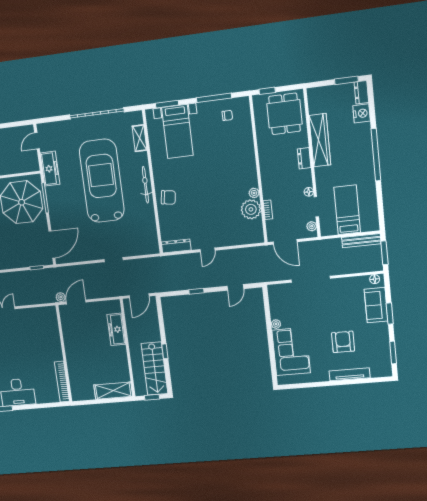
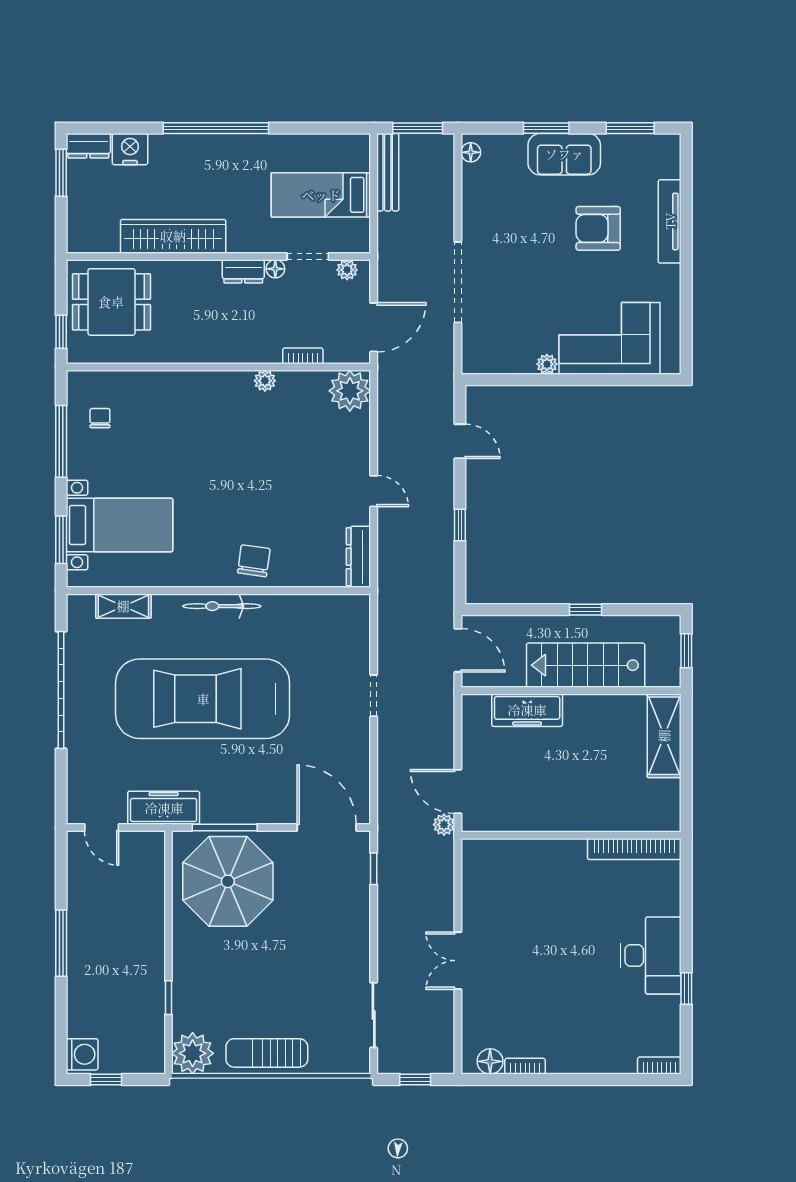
dresser: (304, 158) -> (243, 271), moved
plant: (251, 209) -> (350, 391), moved
sofa: (376, 305) -> (564, 154), moved
stairs: (154, 369) -> (586, 665), moved, turned 180

